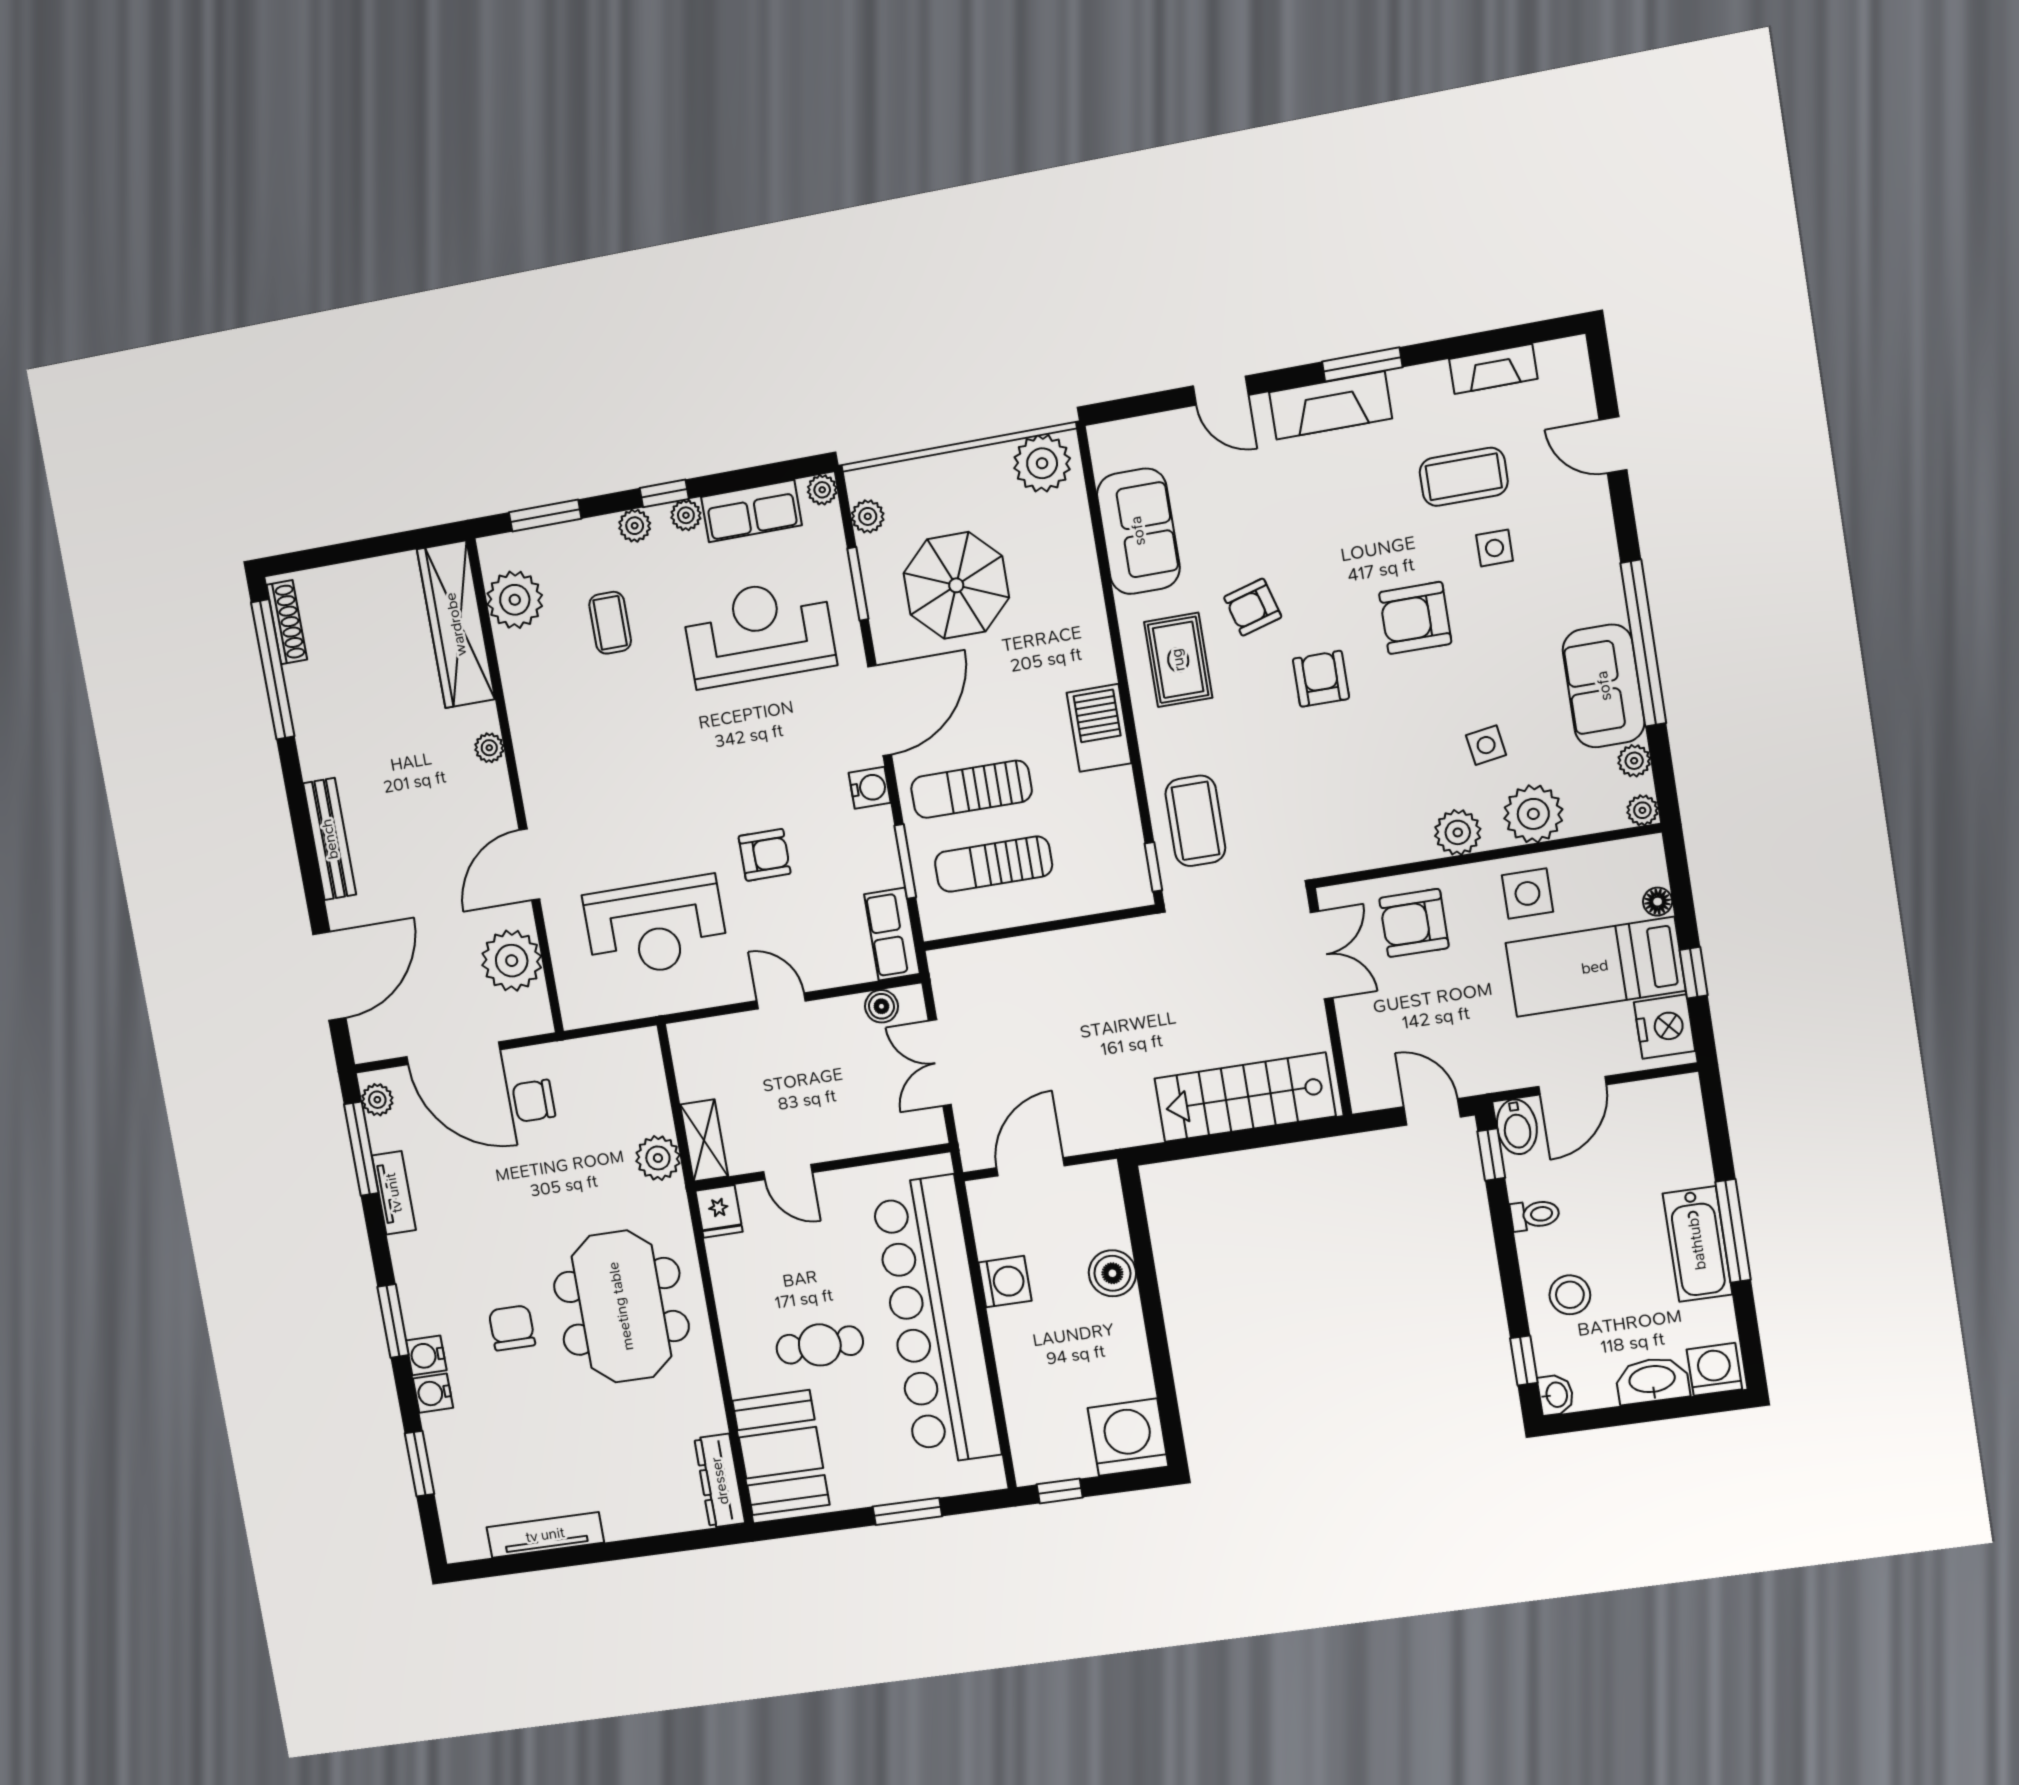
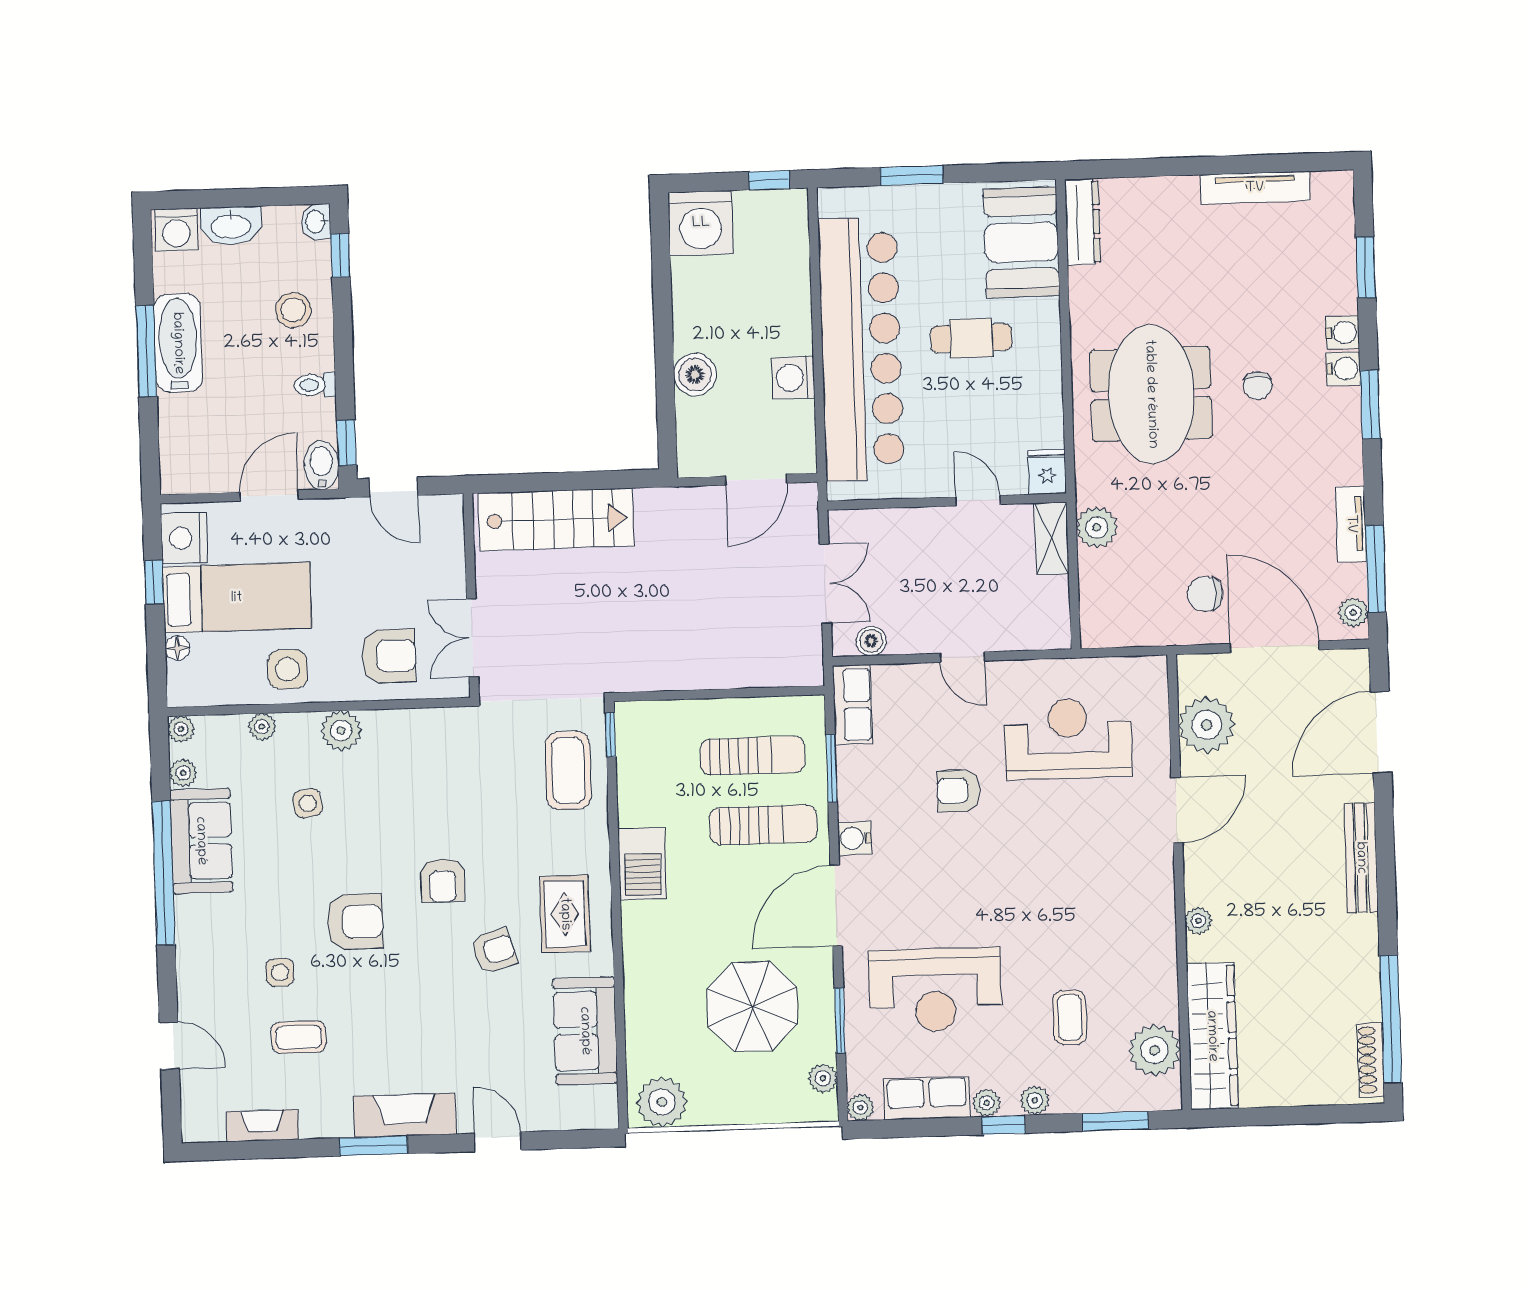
coffee table: (1464, 477) -> (299, 1037), width x0.73, depth x0.77
plant: (1533, 814) -> (262, 727), width x0.53, depth x0.53
chair: (534, 1101) -> (1205, 594), turned 180
chair: (512, 1328) -> (1258, 386), width x0.73, depth x0.73

